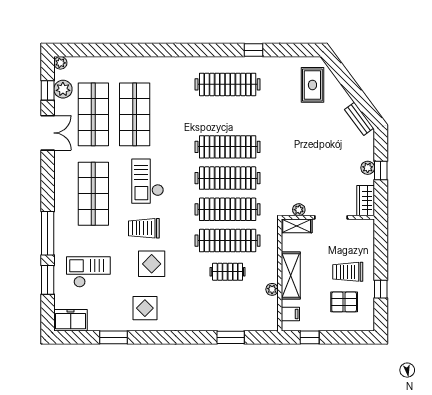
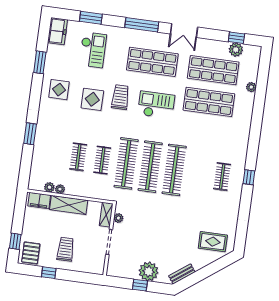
window: (254, 50) -> (249, 177), moved
plant: (60, 63) -> (251, 87), moved
clothes rail: (228, 84) -> (222, 177), width x0.54, depth x0.76
double door: (48, 133) -> (184, 31), moved
plant: (368, 168) -> (149, 271), width x1.88, depth x1.88
wardrobe: (366, 201) -> (118, 270), removed
window: (48, 233) -> (142, 25), moved
clothes rail: (228, 241) -> (102, 160), width x0.54, depth x0.76
pallet: (344, 302) -> (31, 253), moved
plant: (272, 303) -> (49, 187), added
filing cabinet: (290, 314) -> (39, 201), width x2.00
window: (231, 337) -> (30, 134), moved
window: (310, 337) -> (15, 241), moved

